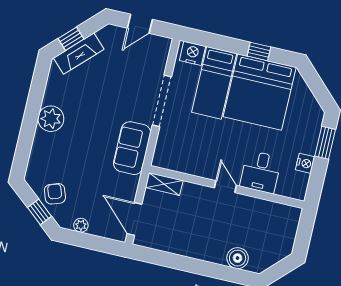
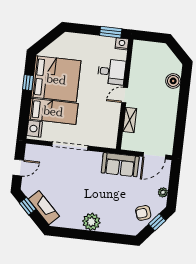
door: (140, 24) -> (18, 168), hinge flipped
window: (71, 39) -> (28, 206), moved
window: (325, 143) -> (111, 32), moved
sofa: (132, 148) -> (120, 165), moved
nightstand: (305, 163) -> (122, 44), moved
shelving: (164, 184) -> (130, 120), moved

